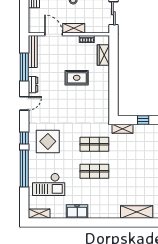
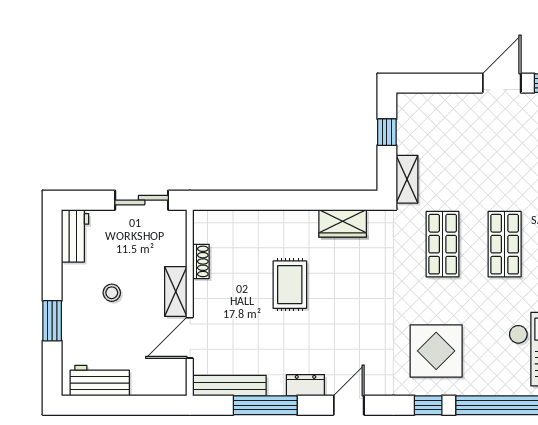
wardrobe: (103, 55) -> (343, 223), moved
door: (24, 103) -> (349, 405), hinge flipped

